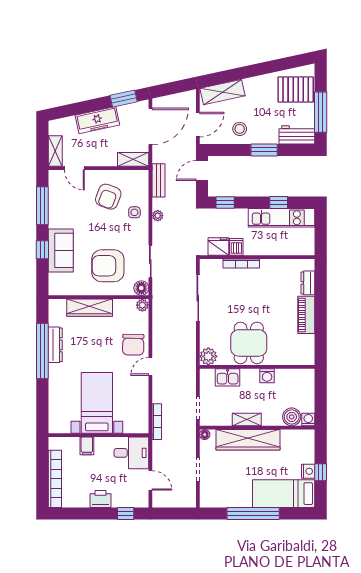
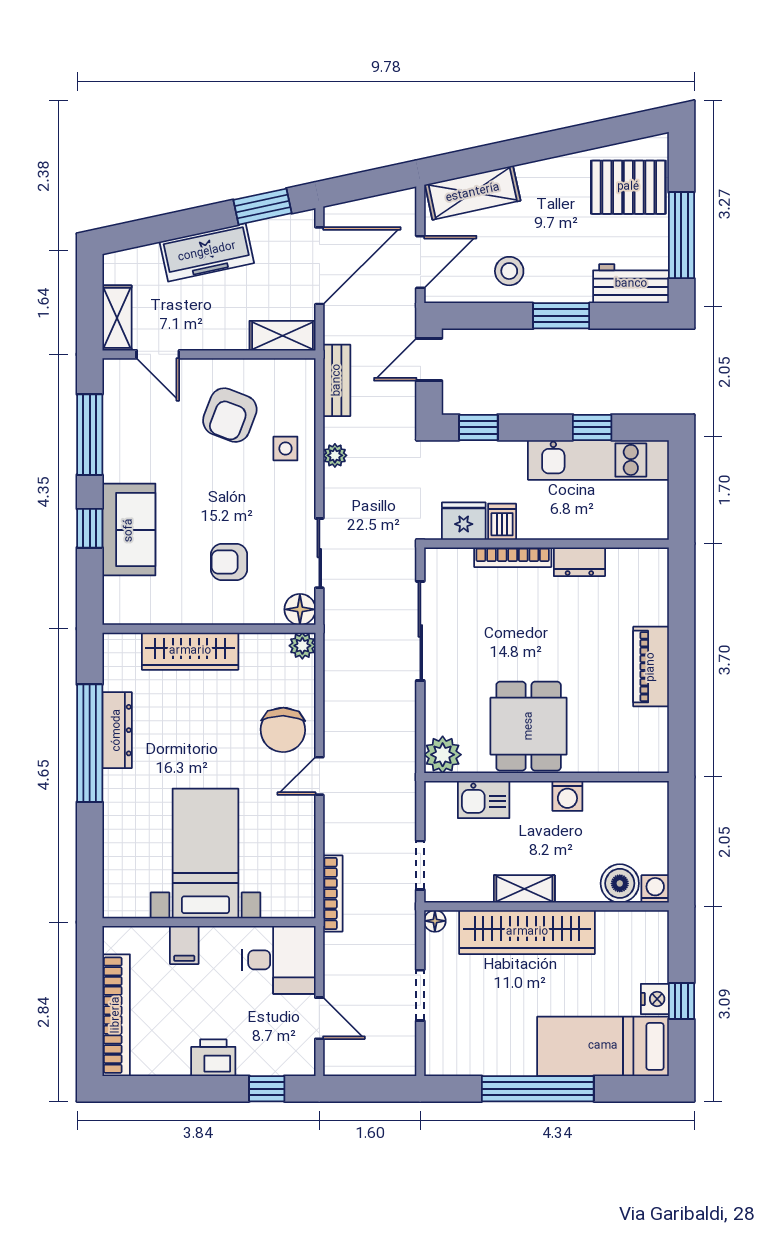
armchair: (108, 266) -> (229, 562), width x0.53, depth x0.53
dresser: (308, 283) -> (579, 562), moved, turned -90

